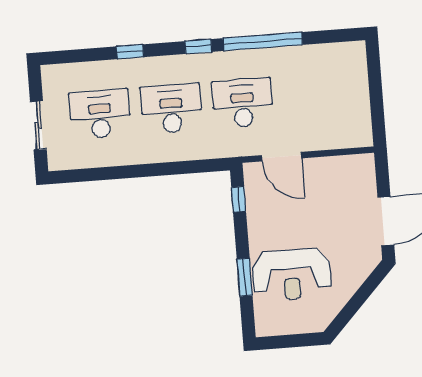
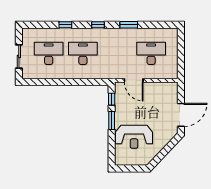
window: (263, 42) -> (129, 25), width x0.47
desk: (242, 103) -> (151, 53), moved
window: (245, 277) -> (112, 120), moved

